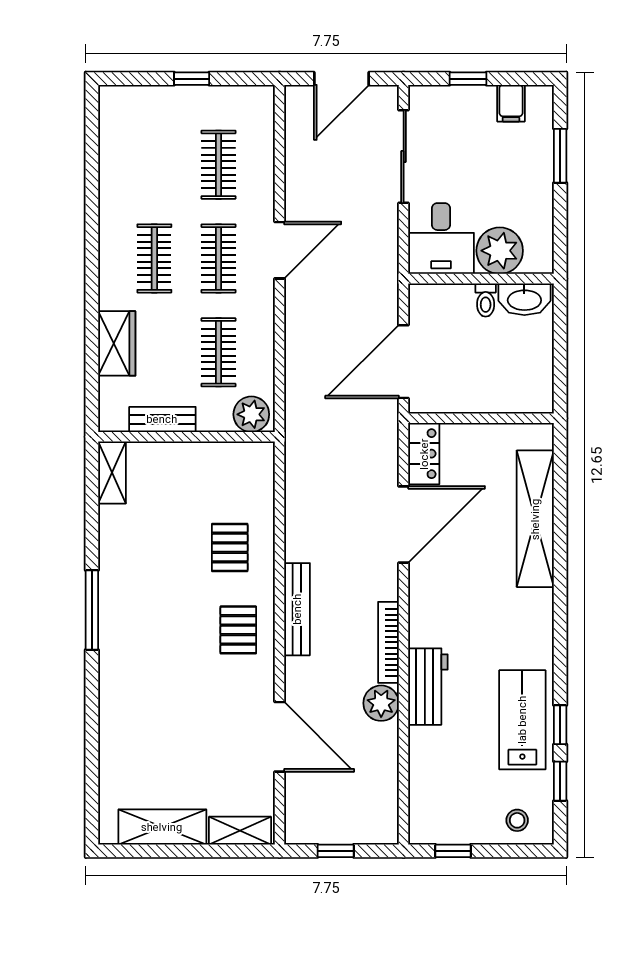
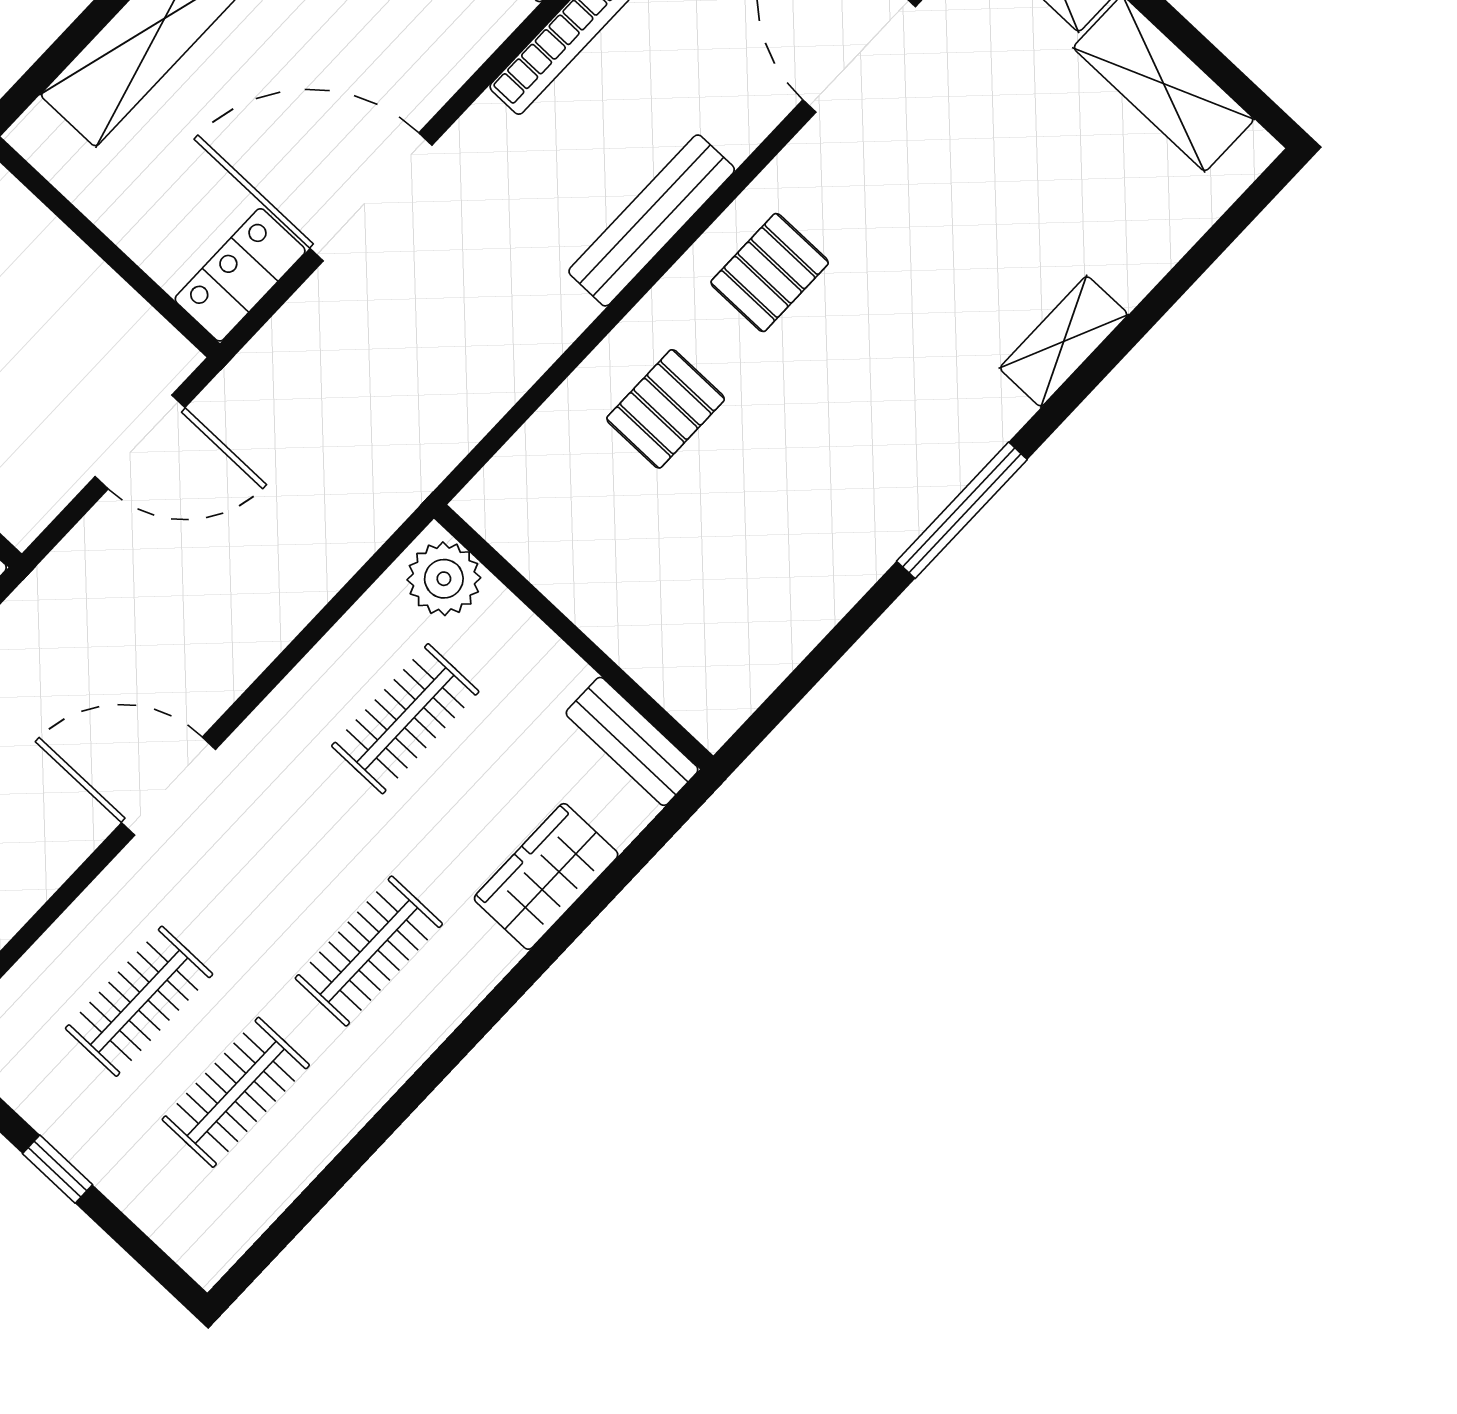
clothes rail: (219, 258) -> (236, 1092), moved
door: (404, 362) -> (140, 442), width x0.73
bench: (162, 419) -> (632, 741), moved
shelving: (112, 473) -> (1064, 341), moved

